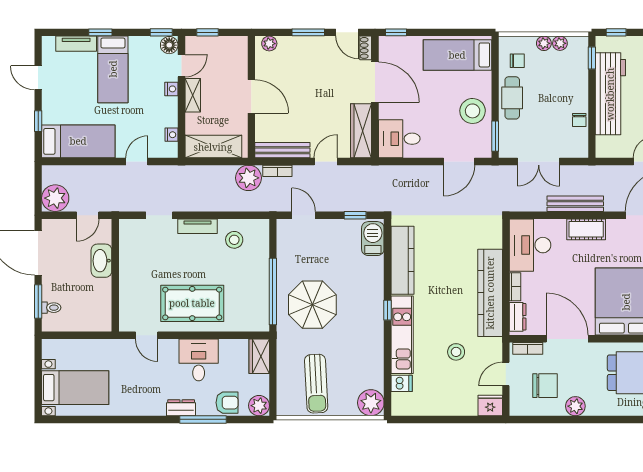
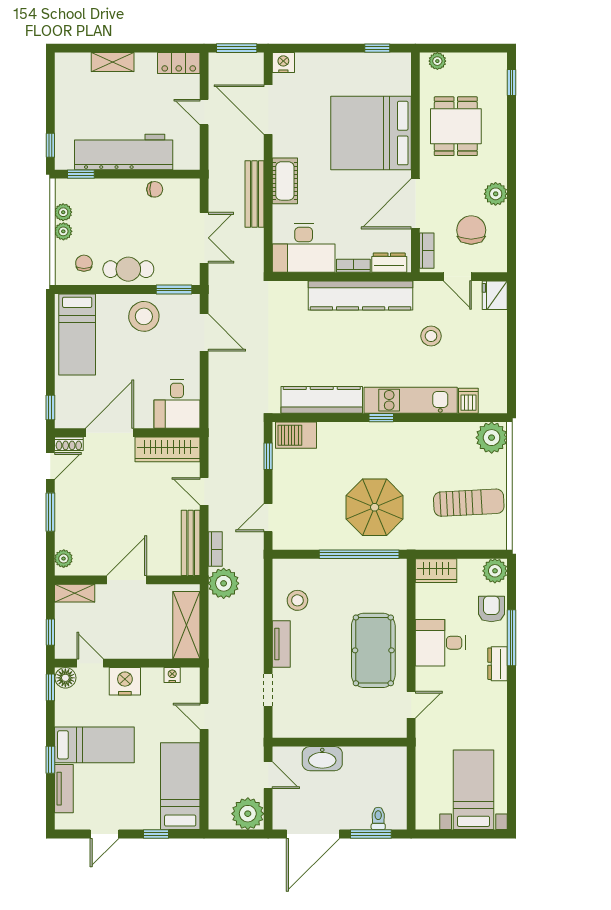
nightstand: (171, 89) -> (125, 681), width x1.89, depth x1.79
shelving: (193, 95) -> (75, 593), moved

